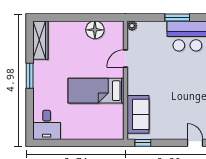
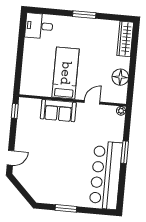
wardrobe: (40, 40) -> (125, 39), moved, turned 90
door: (125, 58) -> (92, 102), hinge flipped
sofa: (138, 114) -> (58, 111), moved

